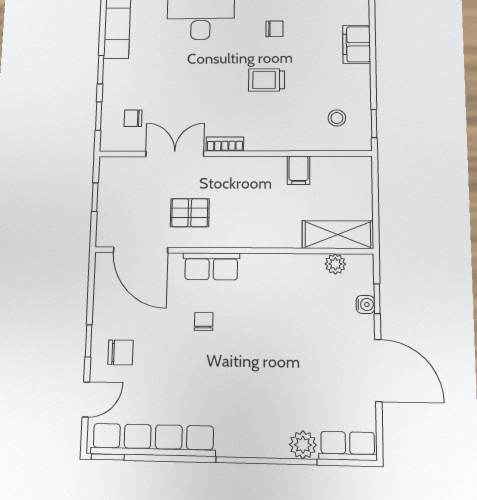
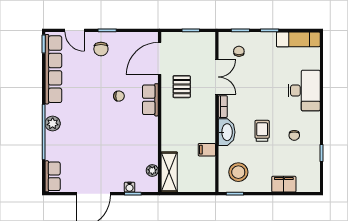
stool: (337, 118) -> (238, 172), width x1.89, depth x1.89
washbasin: (268, 138) -> (227, 132), added
plant: (303, 445) -> (53, 124), moved

